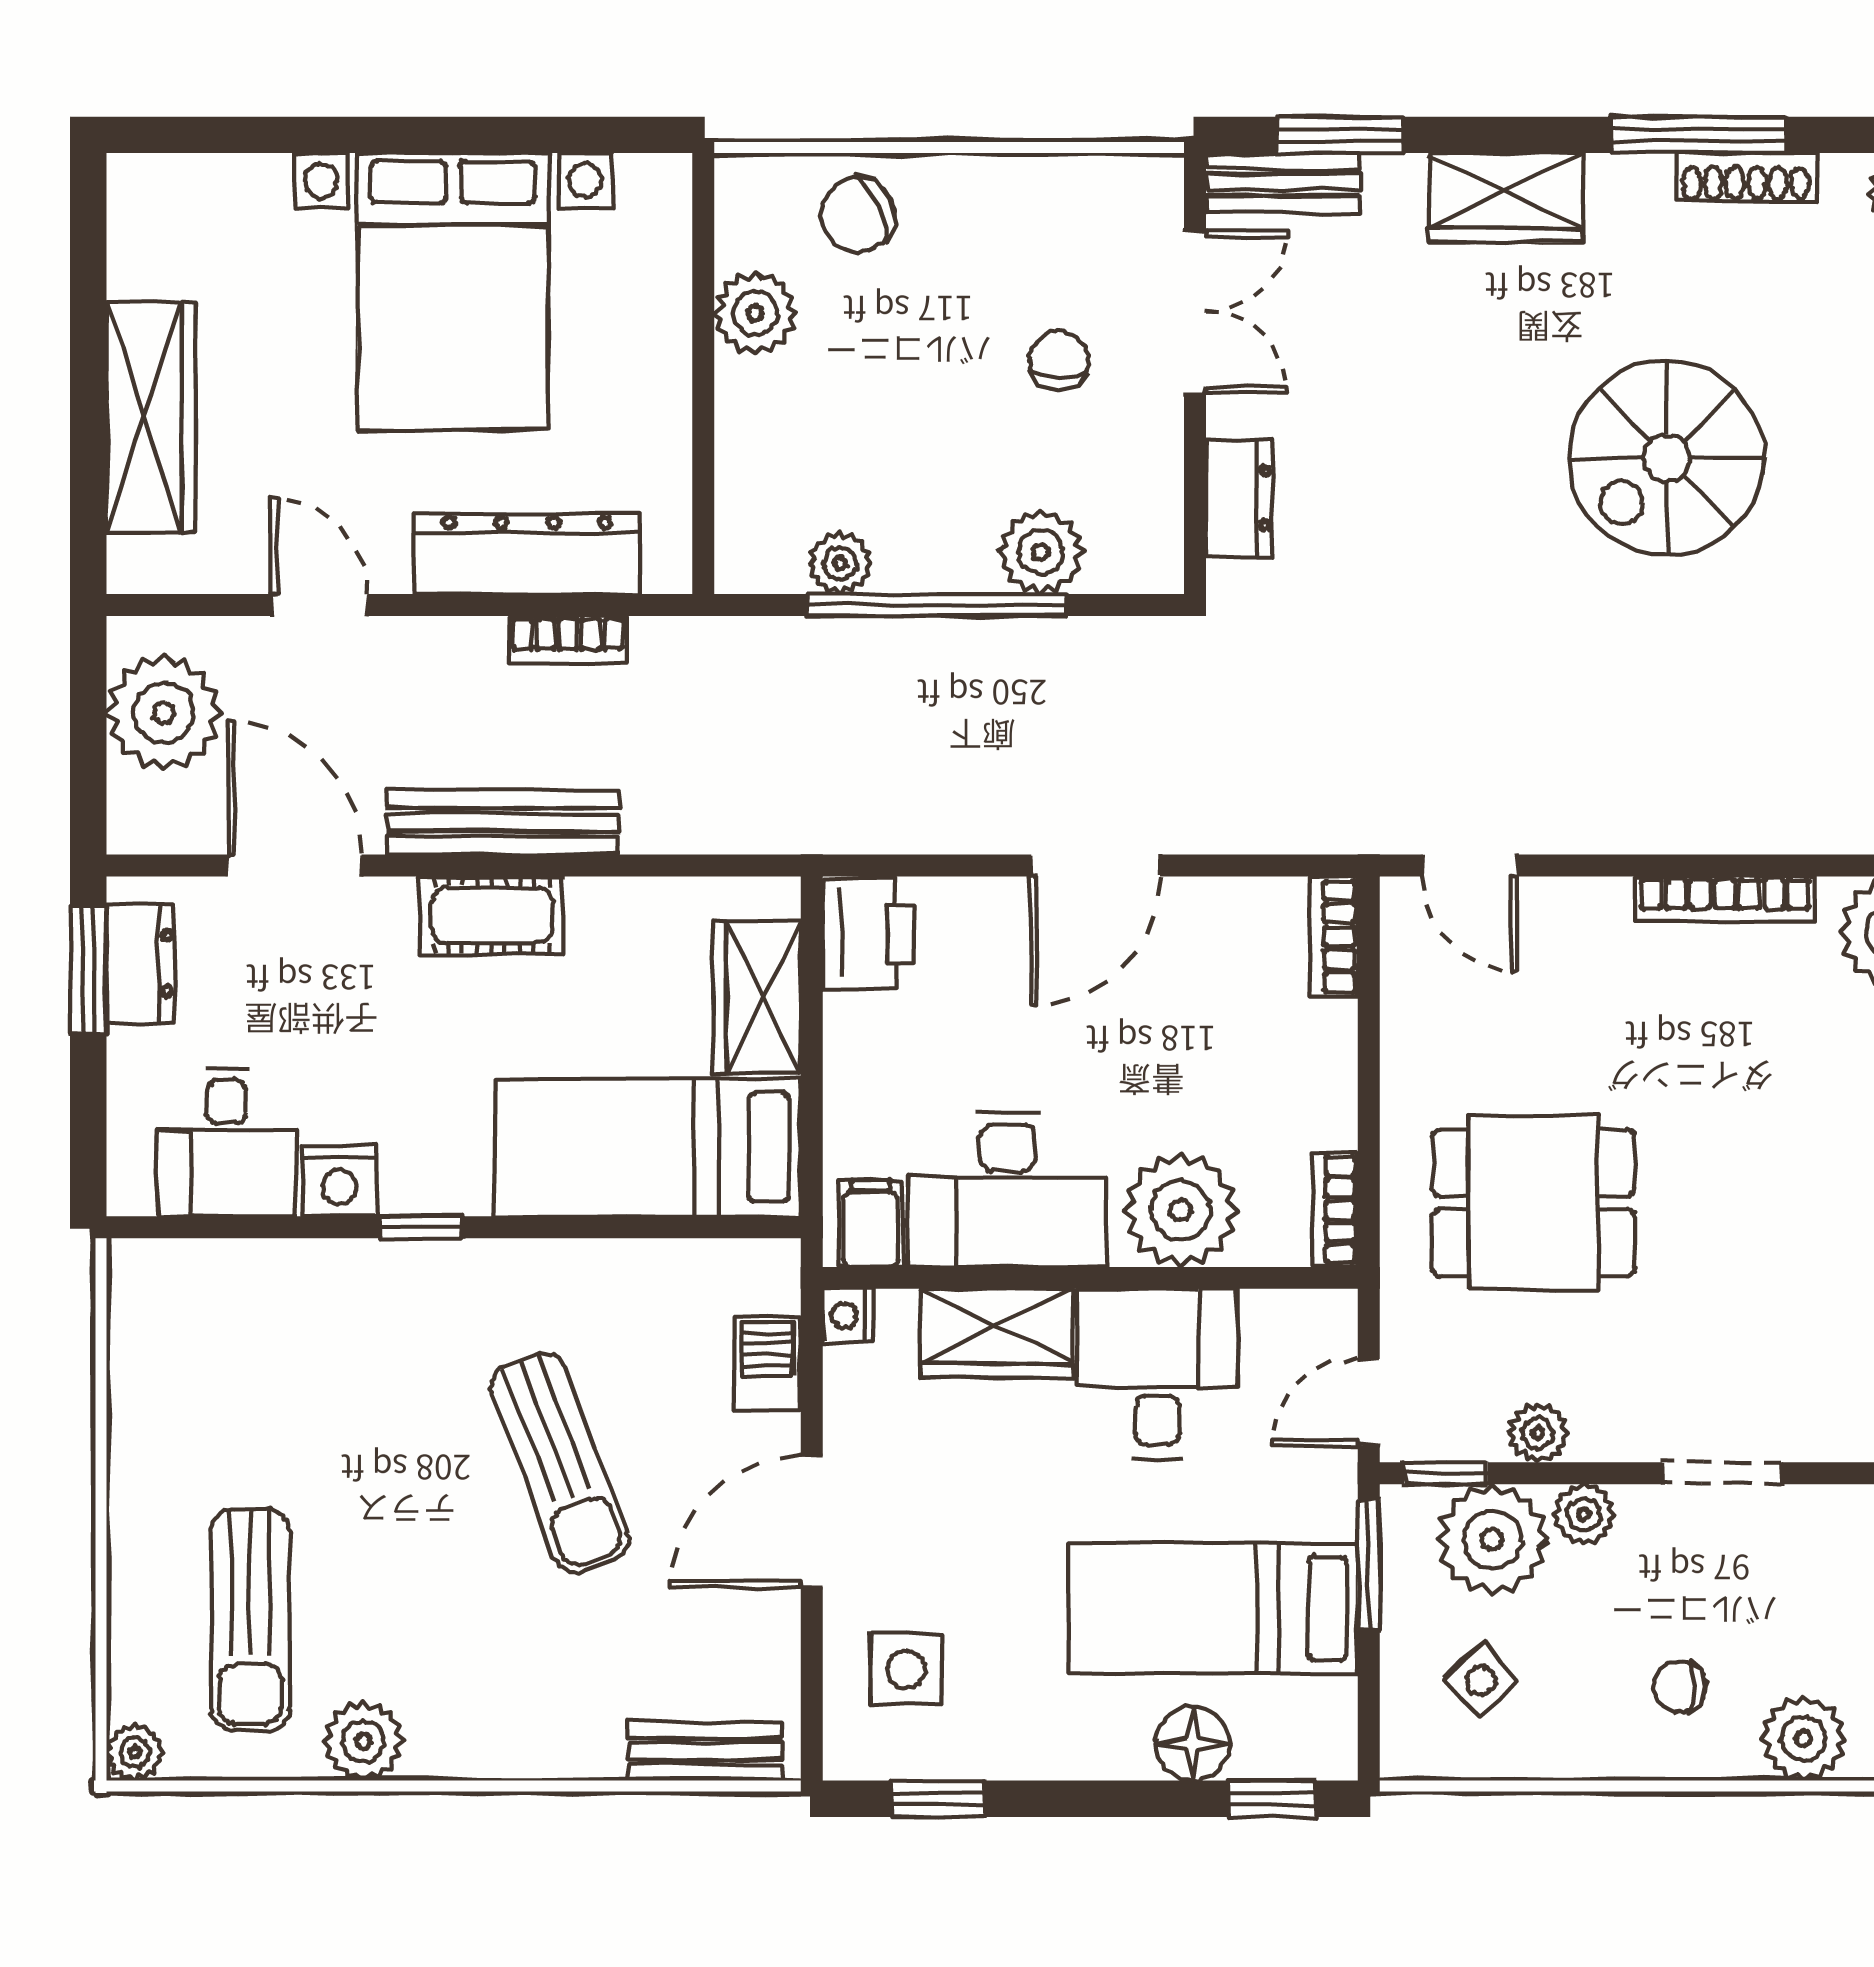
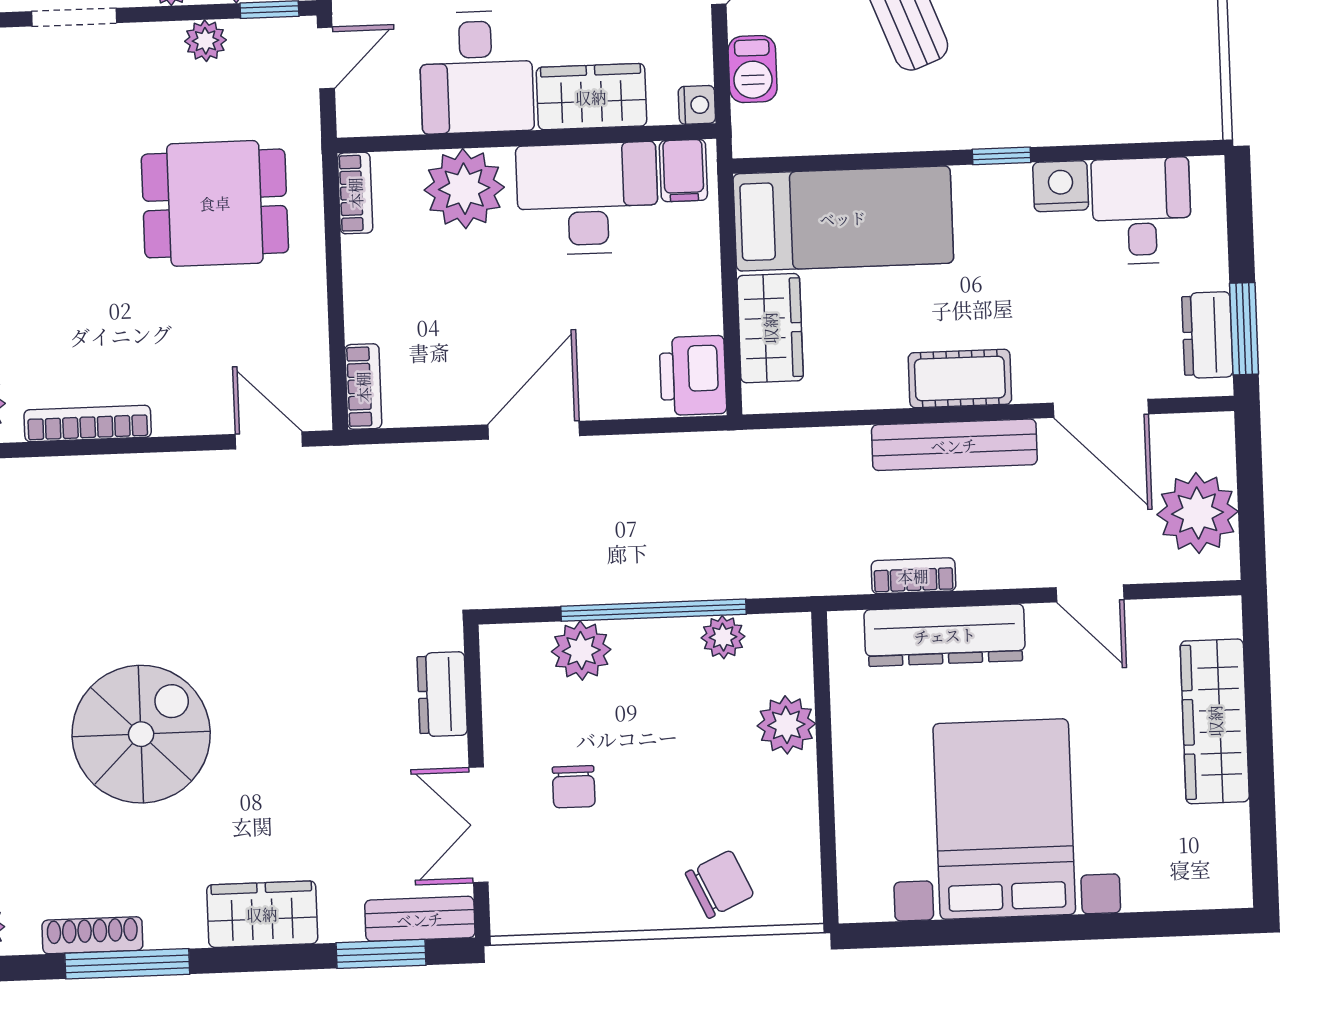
plant: (755, 313) -> (786, 725), moved

